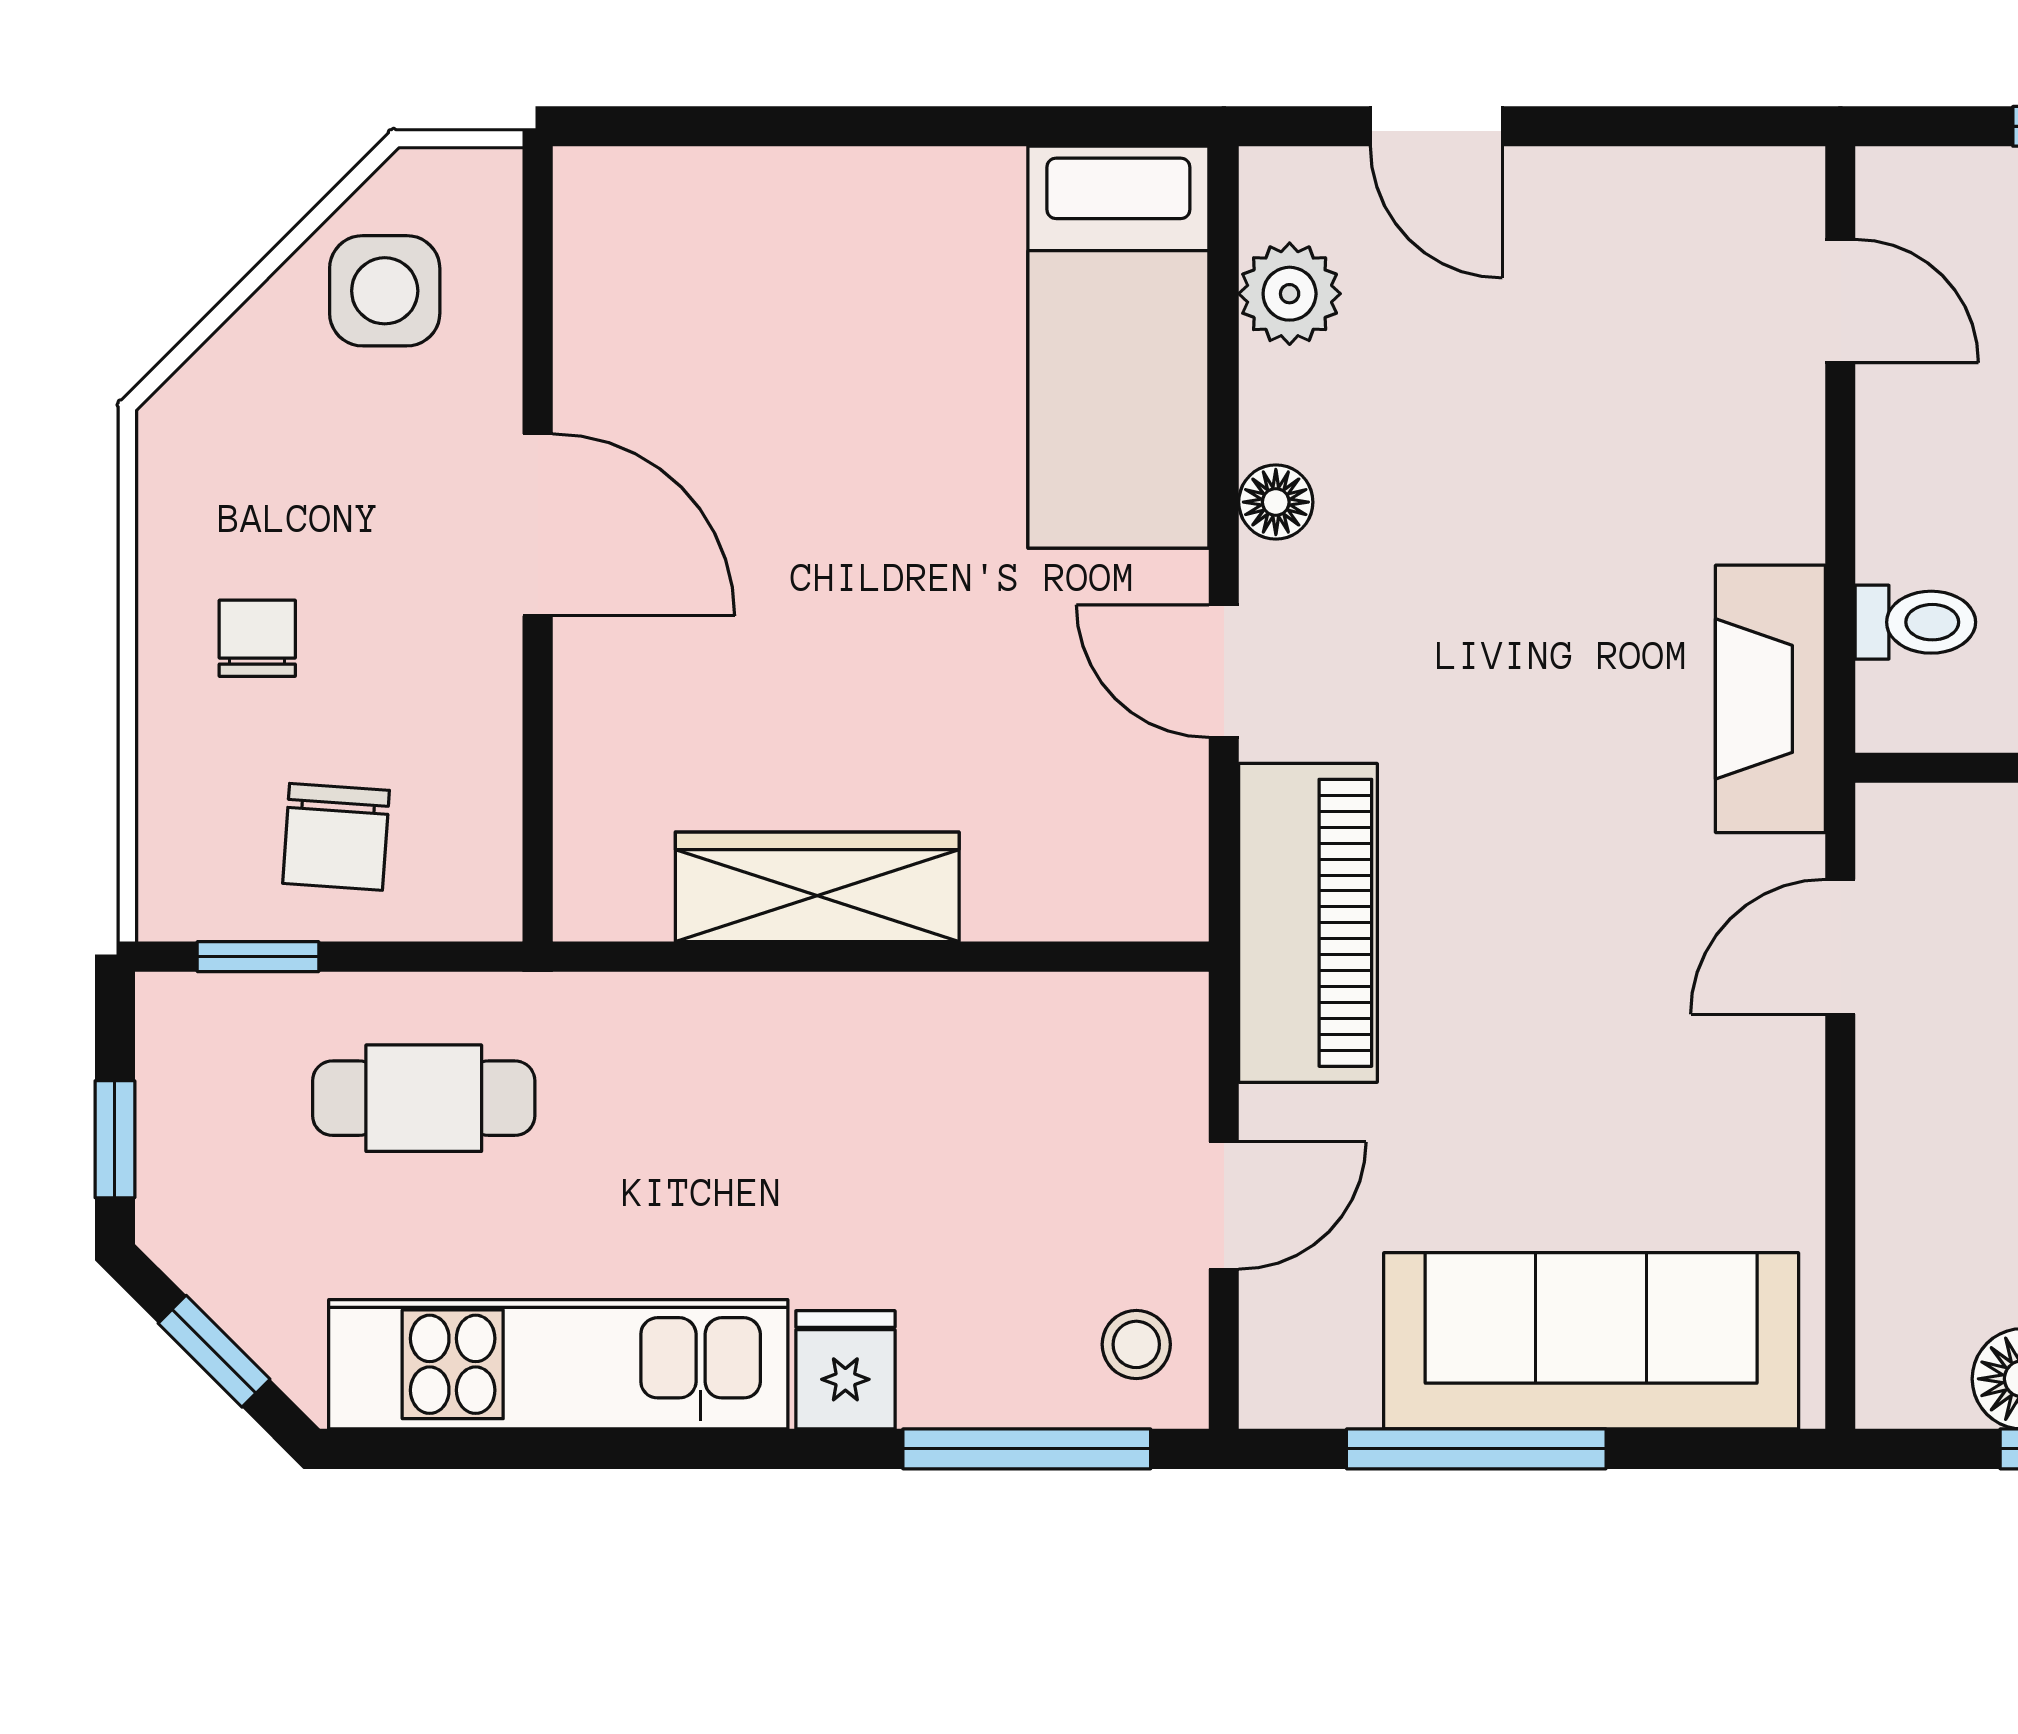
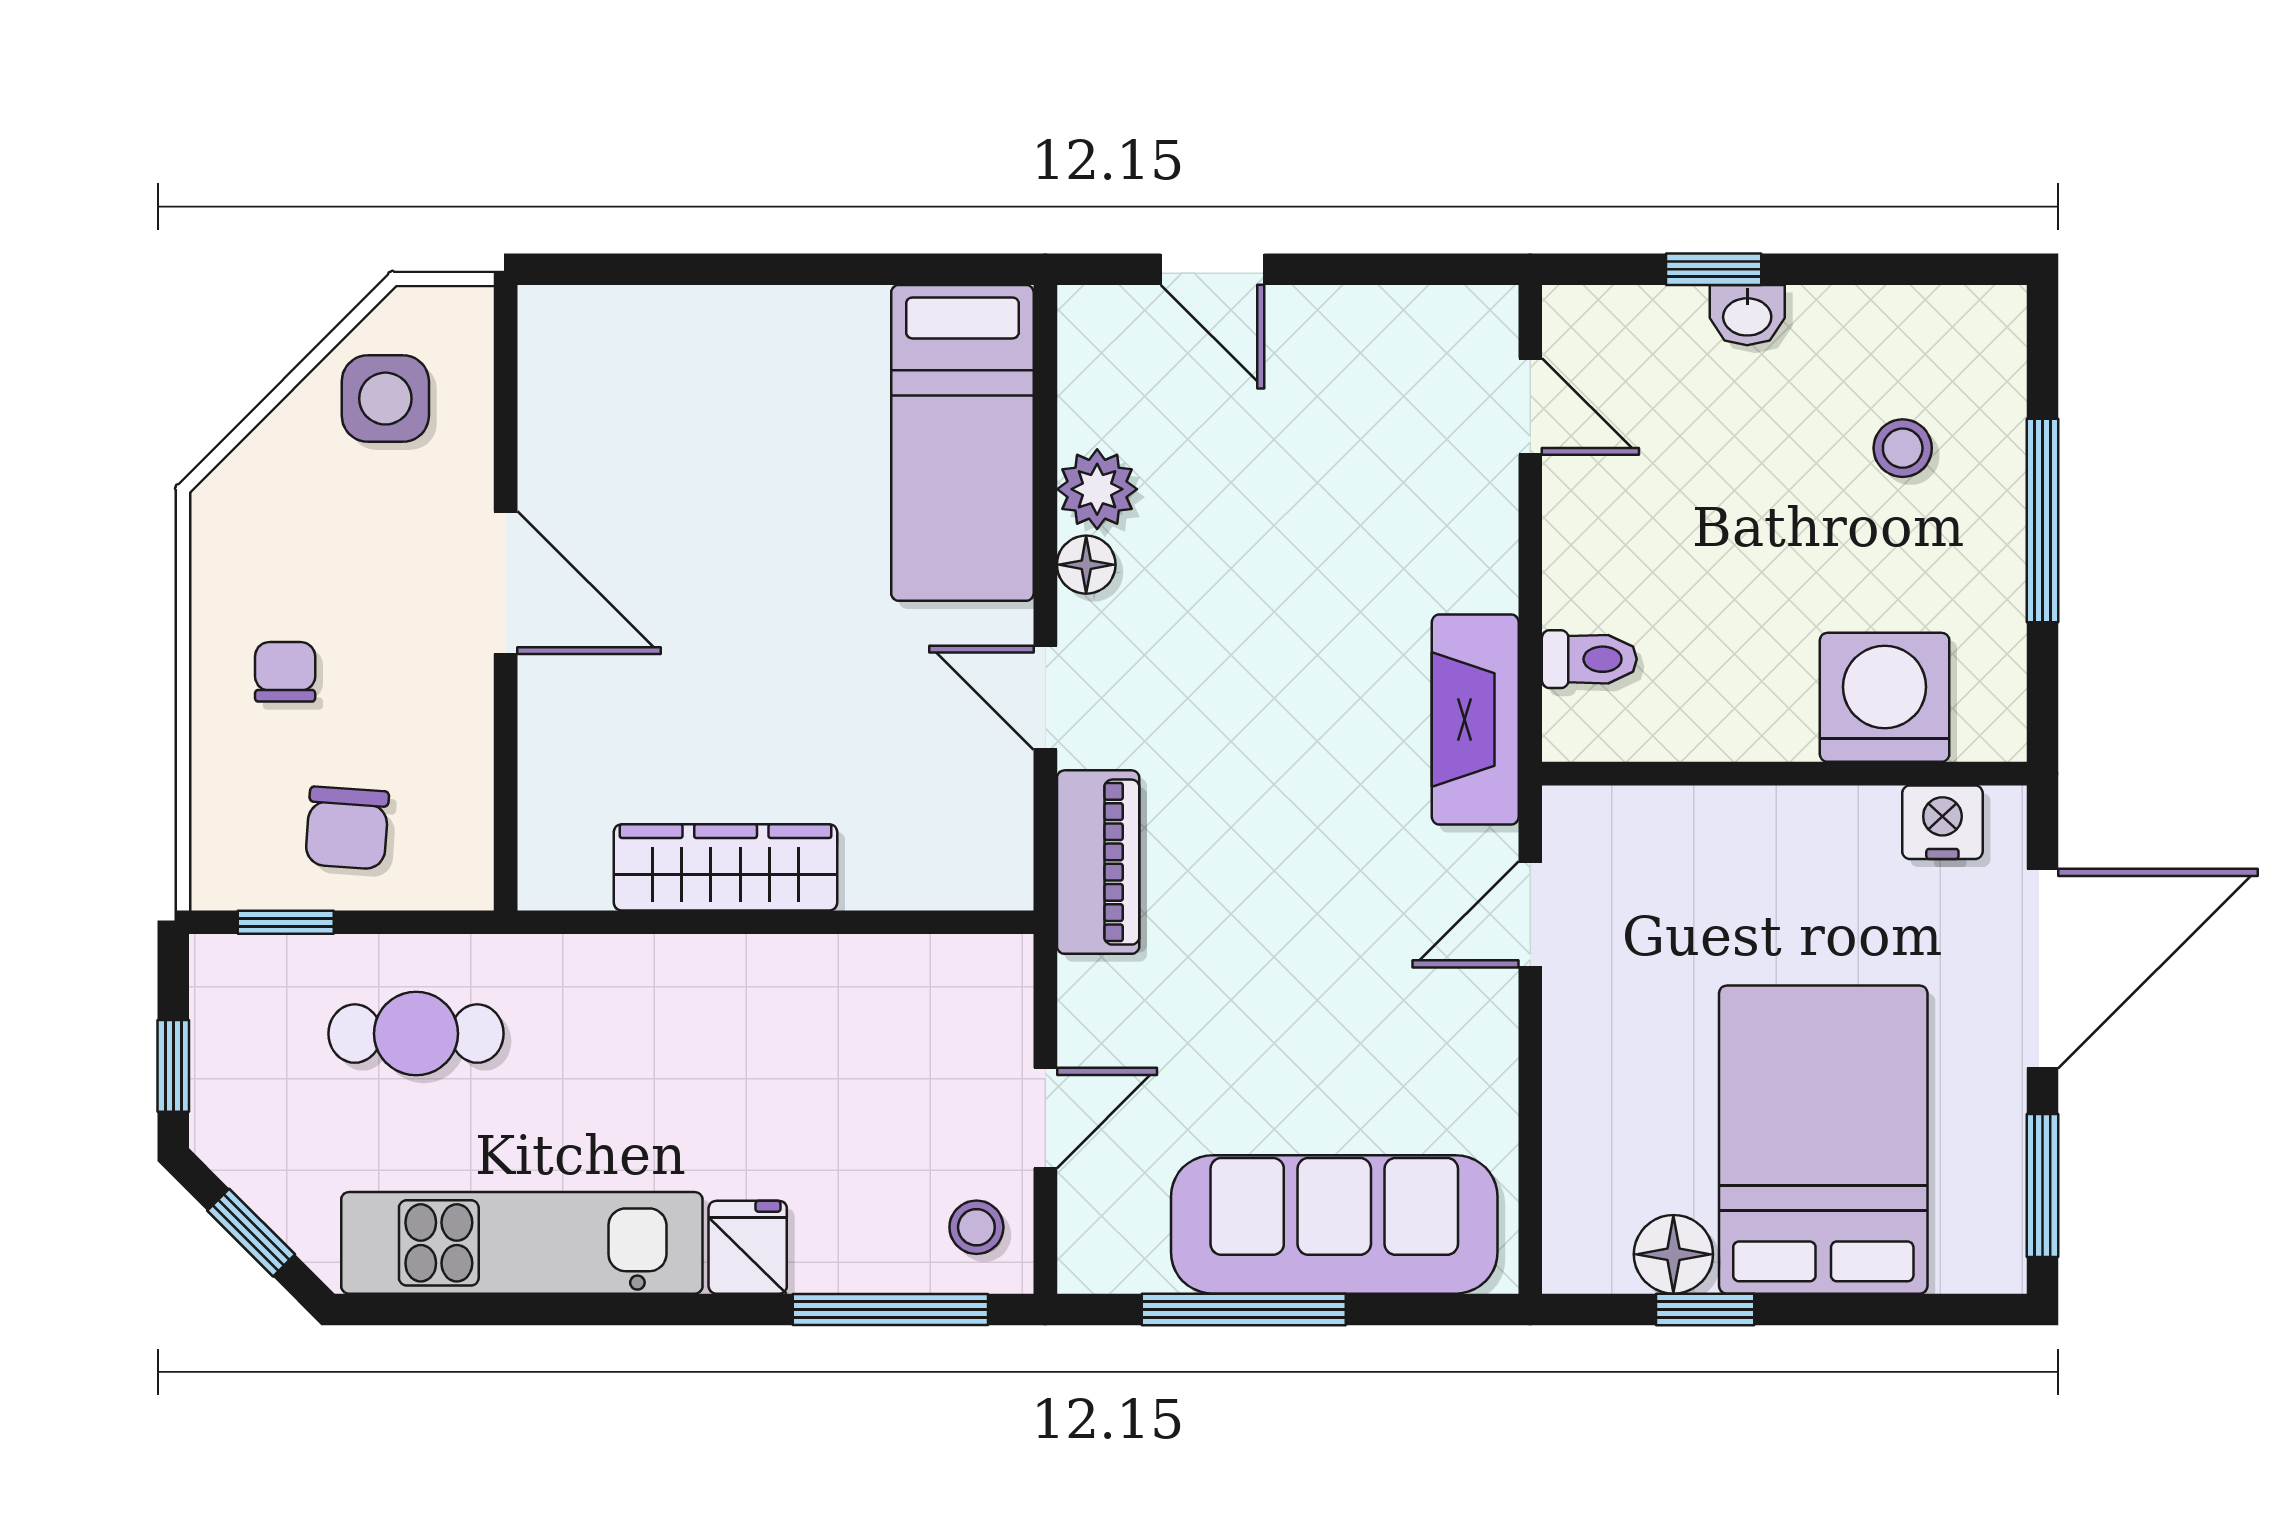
plant: (1290, 294) -> (1097, 489), moved
piano: (1308, 923) -> (1098, 862), width x0.73, depth x0.75

